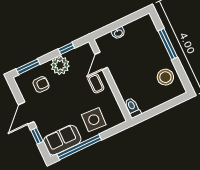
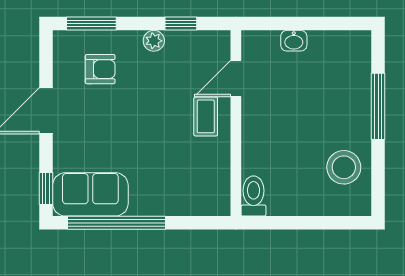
plant: (60, 65) -> (154, 41), width x0.53, depth x0.53
side table: (94, 120) -> (169, 184), removed
window: (37, 136) -> (46, 189), moved

